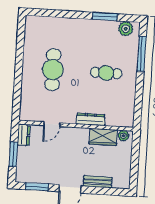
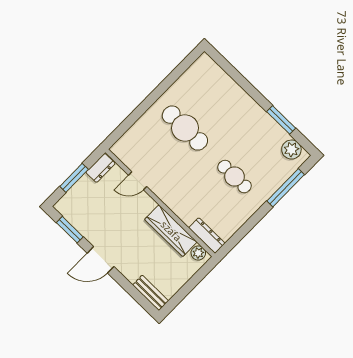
cafe table: (53, 70) -> (185, 128), turned 90
dresser: (91, 119) -> (207, 236), moved
wardrobe: (103, 137) -> (171, 231), width x1.50
bench: (98, 182) -> (151, 293), moved

